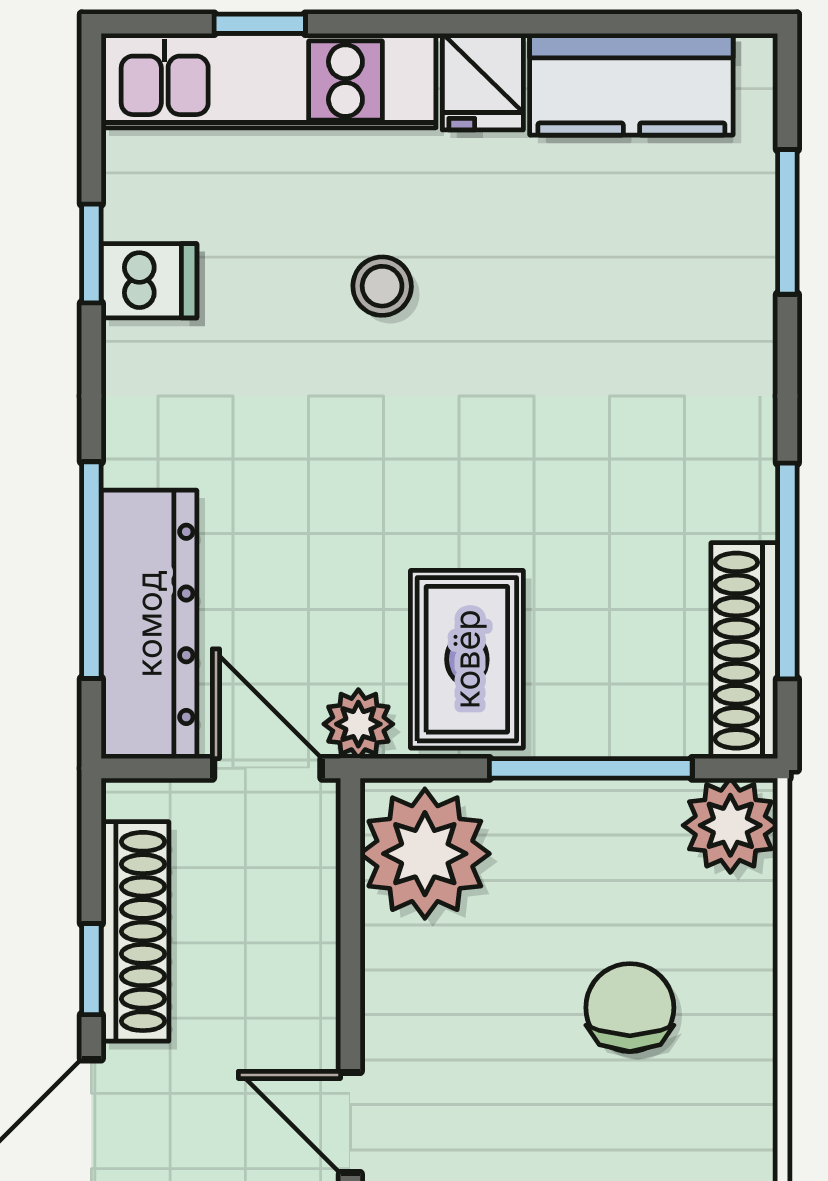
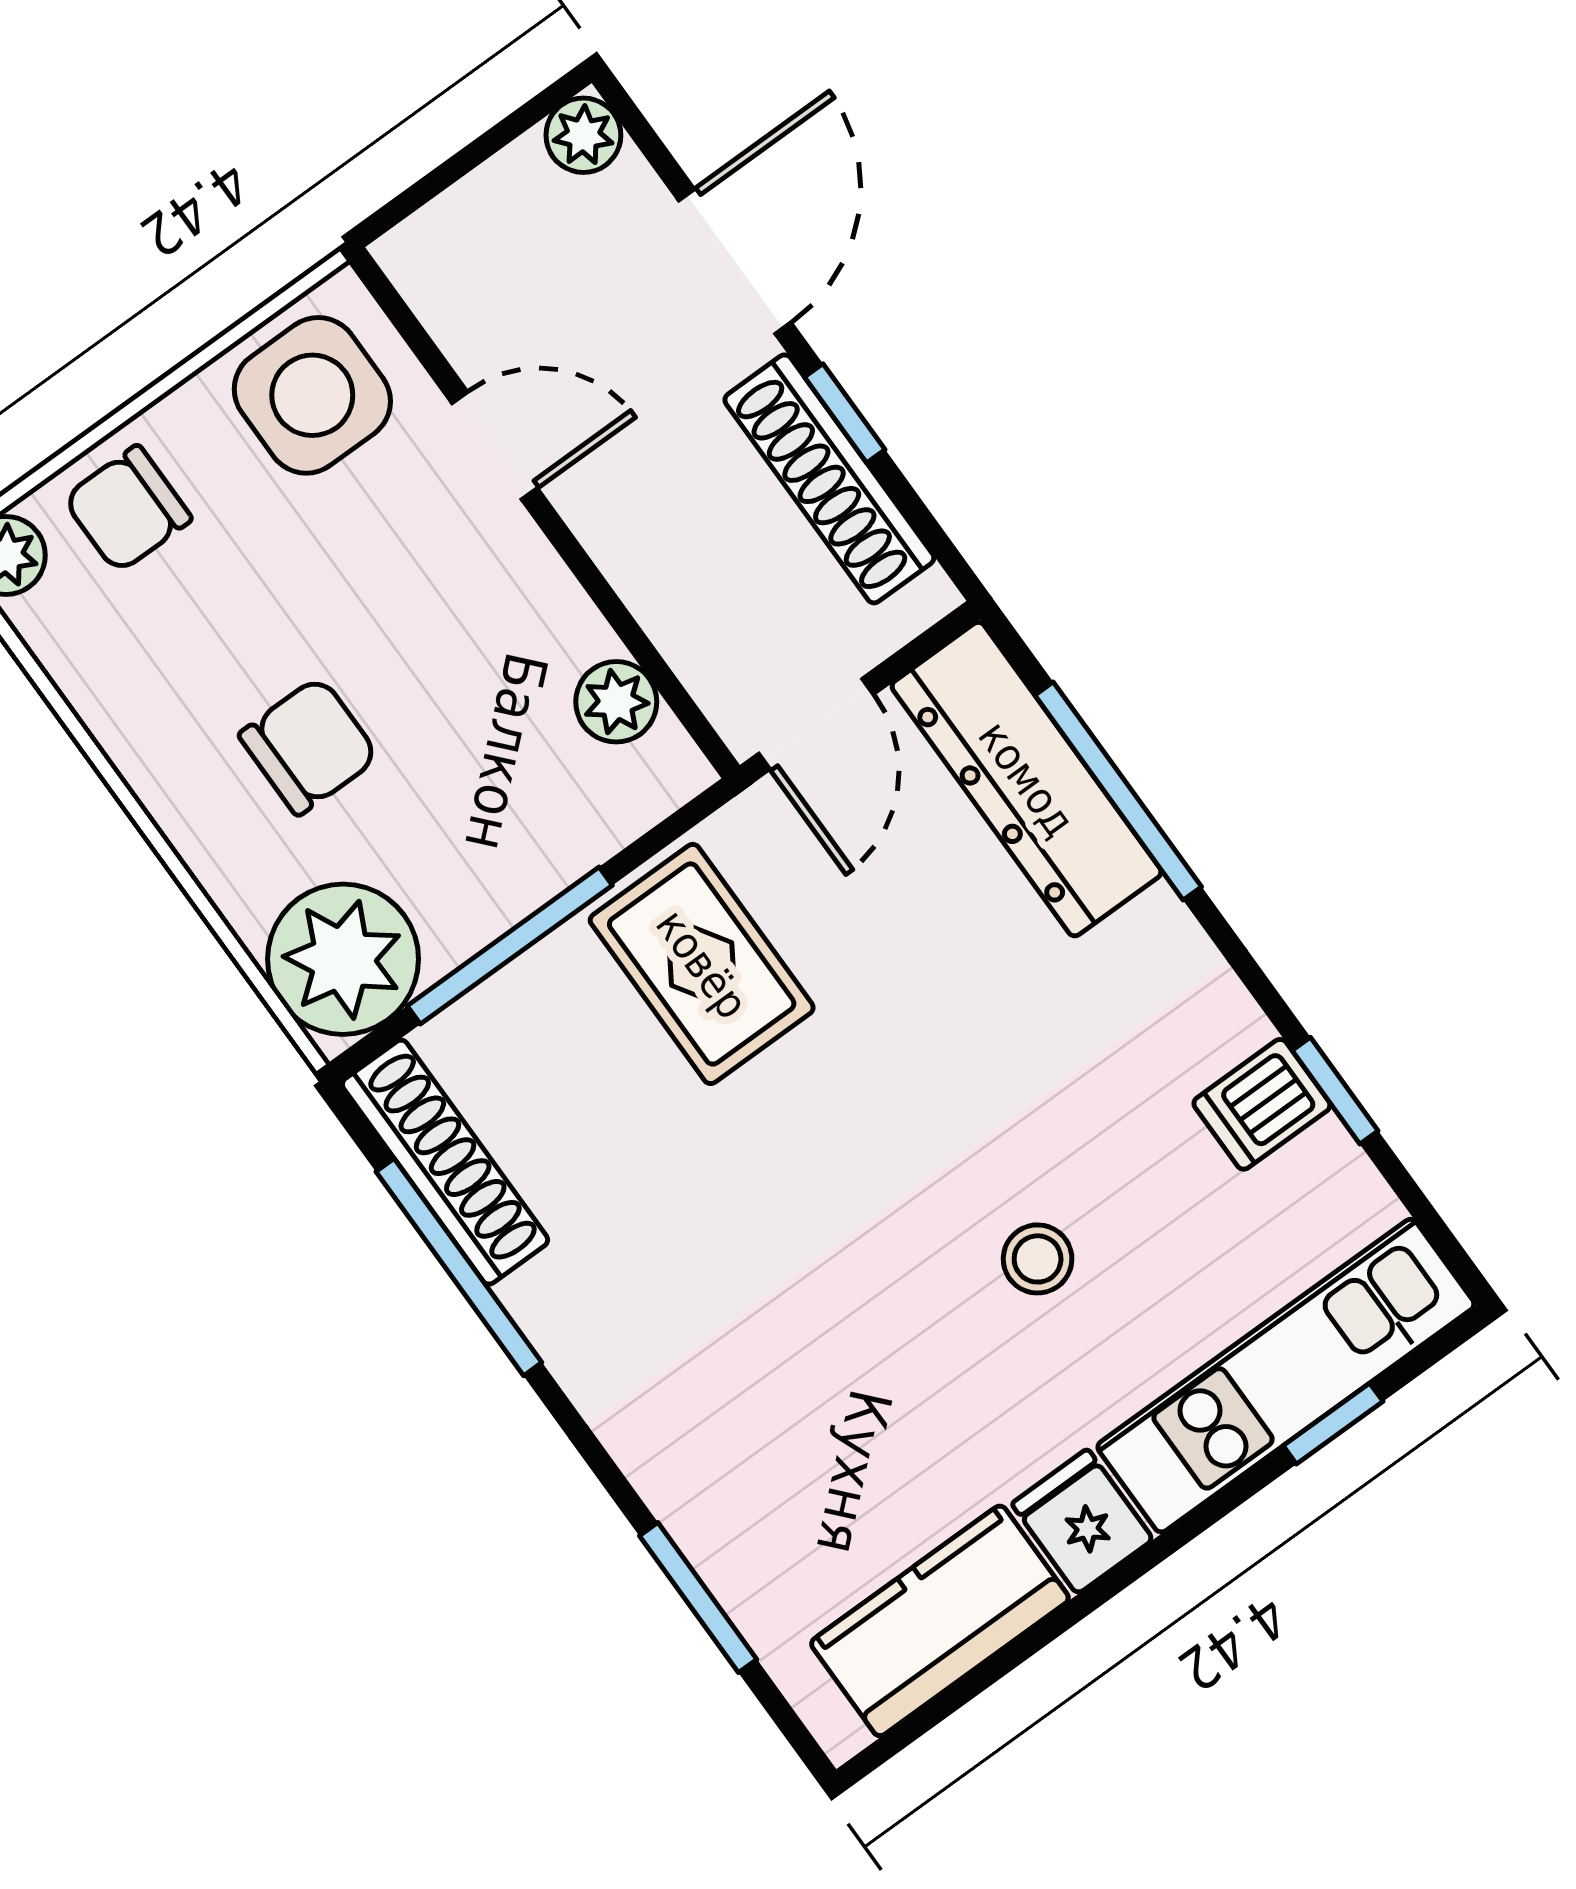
plant: (358, 724) -> (760, 828), removed
door: (267, 768) -> (816, 724), hinge flipped
plant: (730, 825) -> (343, 959), width x1.36, depth x1.36
plant: (425, 854) -> (616, 702), width x0.53, depth x0.53
chair: (630, 1008) -> (309, 746), turned -90

